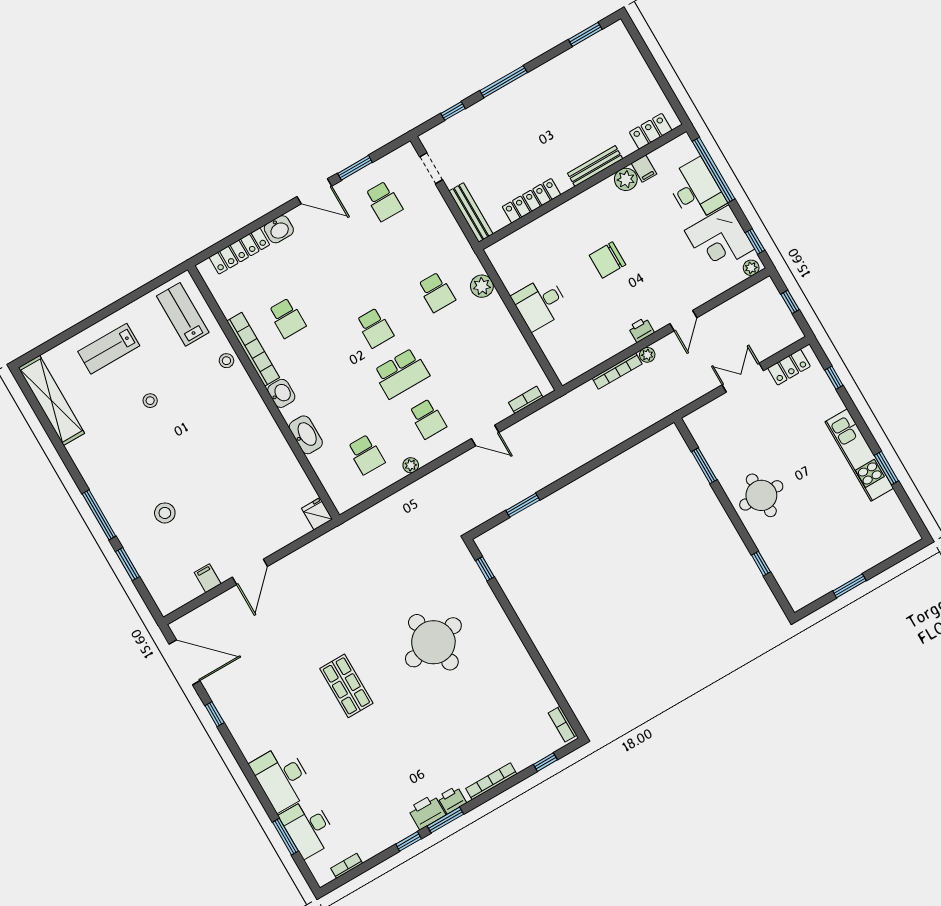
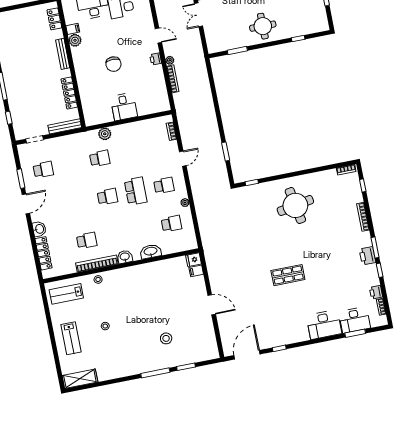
shelving: (51, 400) -> (80, 379), width x0.68
filing cabinet: (208, 578) -> (196, 271), moved
round table: (433, 642) -> (295, 205), moved
printer: (452, 800) -> (376, 292), moved

